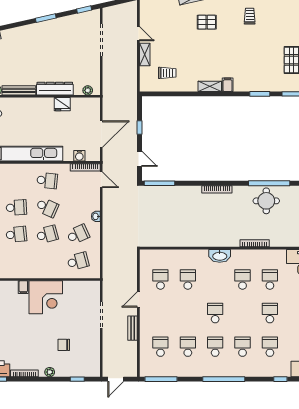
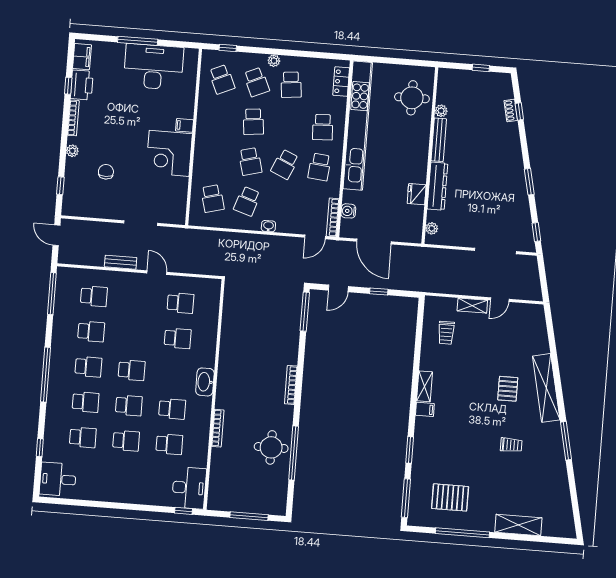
school desk: (16, 207) -> (323, 127), moved
school desk: (78, 234) -> (247, 201), turned 42
school desk: (243, 313) -> (129, 405), added

